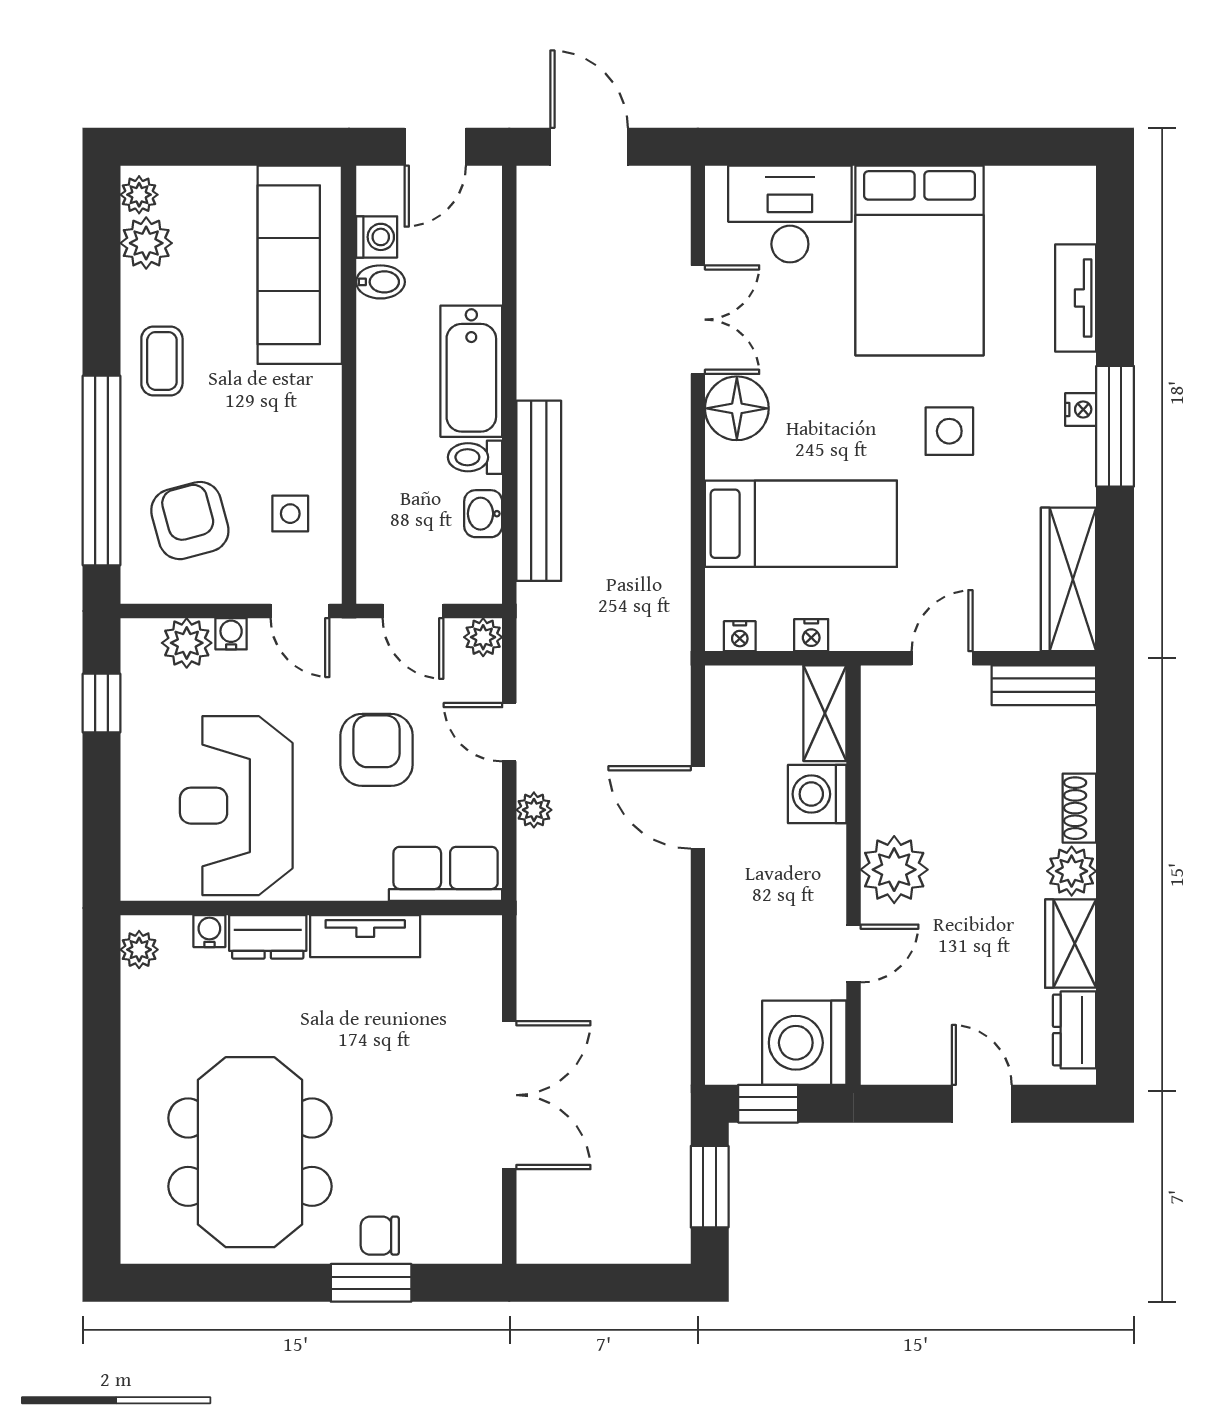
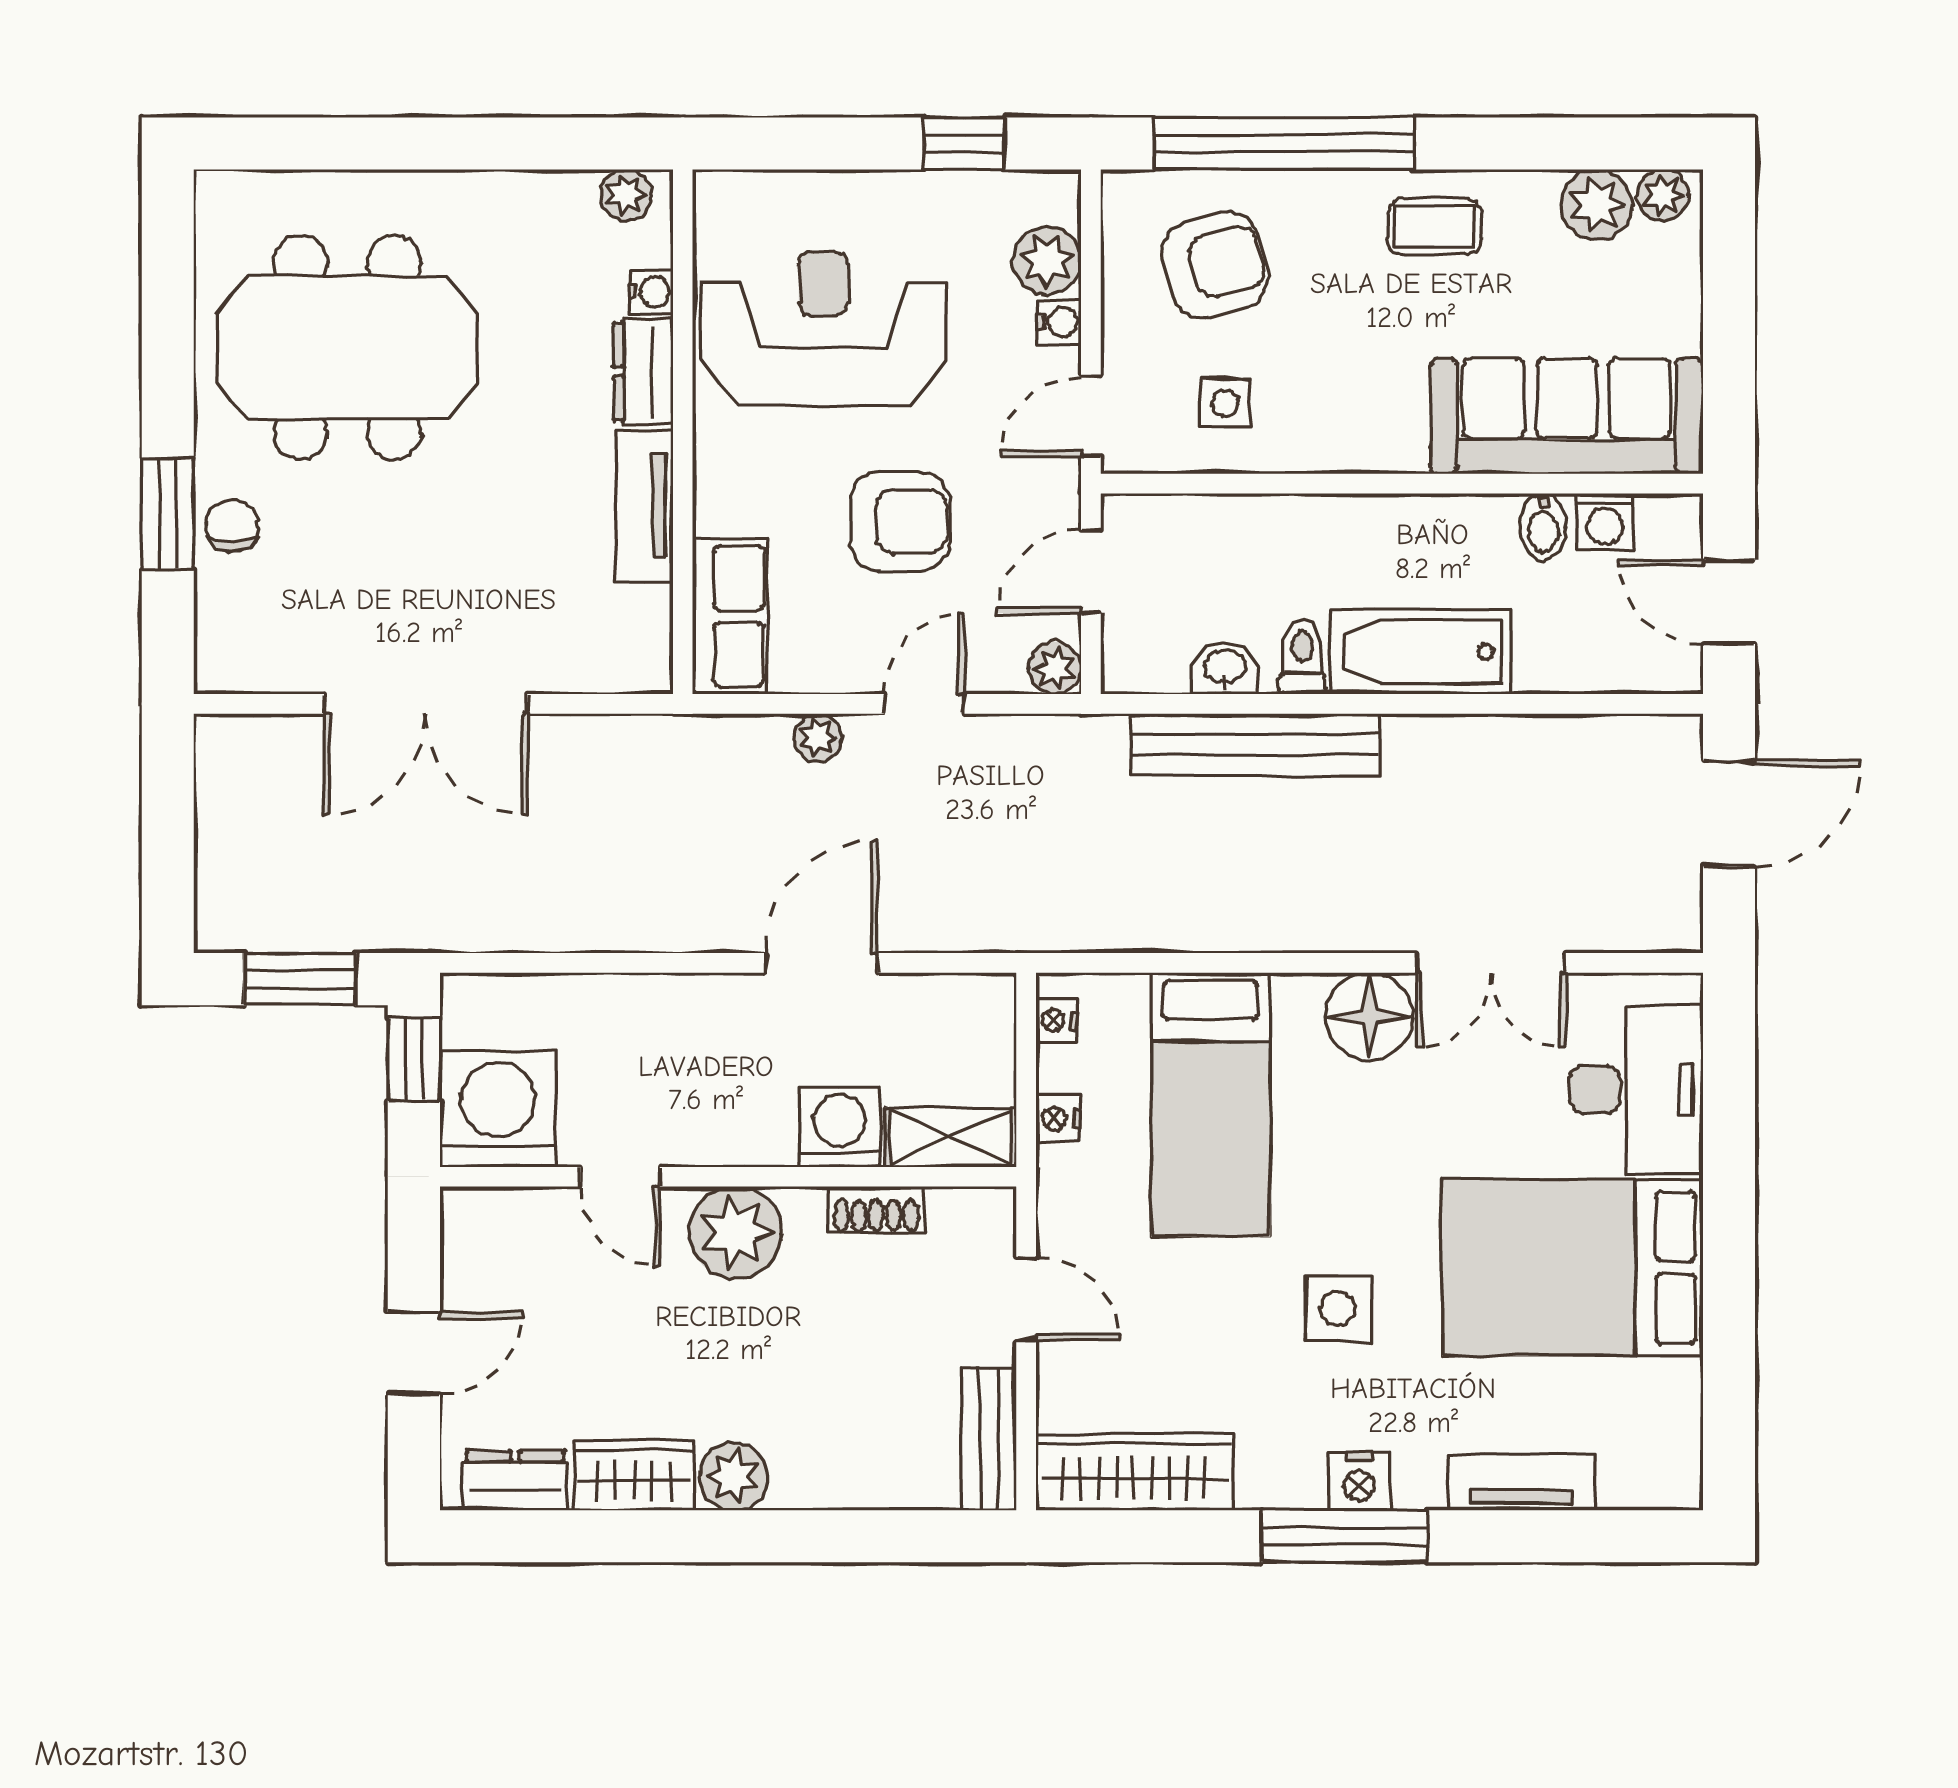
nightstand: (1081, 409) -> (1359, 1481), width x1.39, depth x1.35
shoe rack: (1079, 808) -> (876, 1210), moved, turned 180

